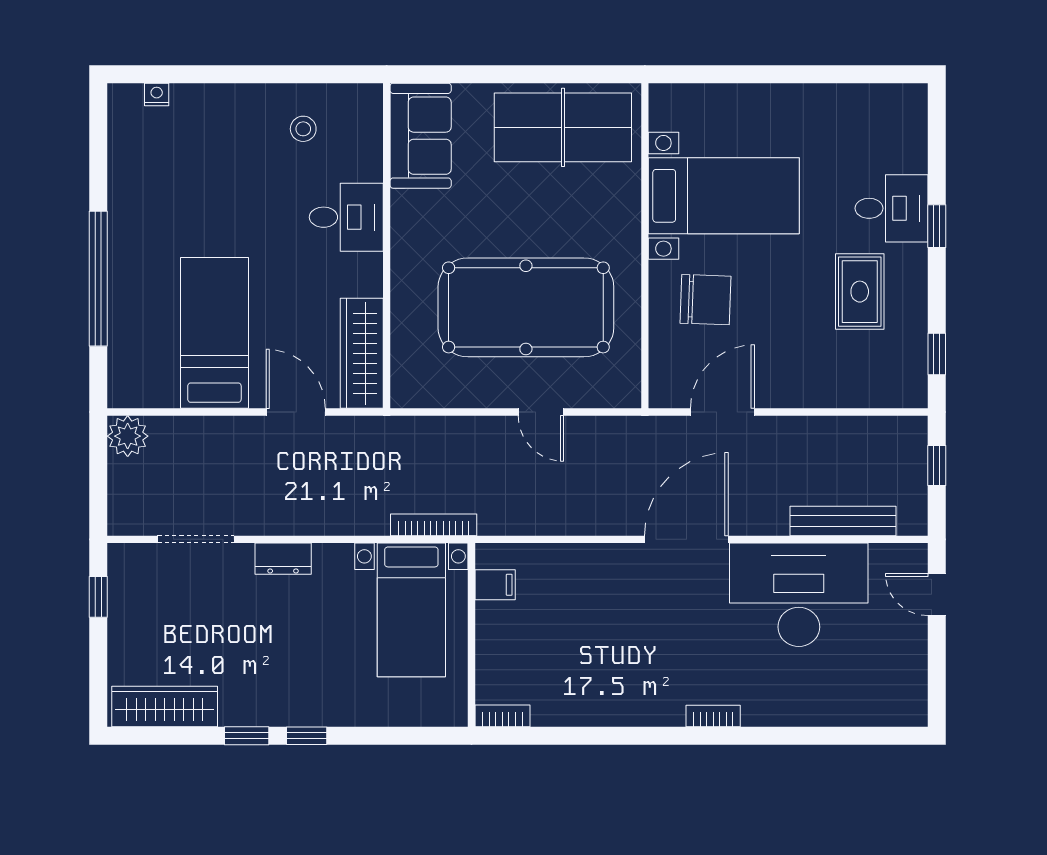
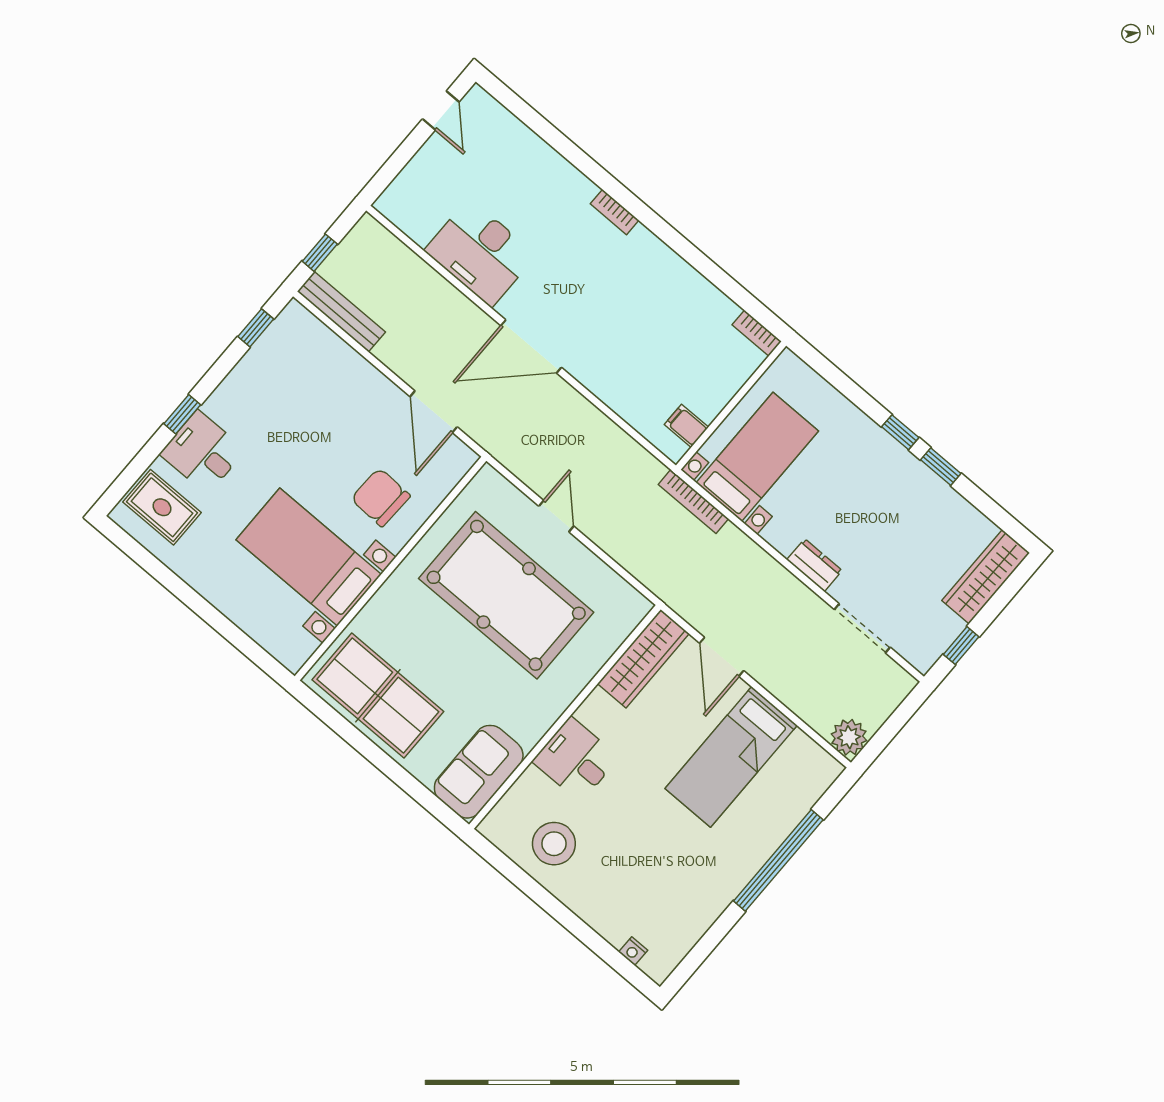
stool: (303, 129) -> (554, 844), width x1.89, depth x1.89
rug: (860, 292) -> (162, 507), moved, turned 90
door: (722, 412) -> (434, 412), hinge flipped
bench: (843, 521) -> (341, 312), moved
desk: (799, 595) -> (480, 253), width x0.73, depth x0.77
door: (937, 595) -> (441, 110), moved
wardrobe: (165, 706) -> (986, 577), moved, turned 90

